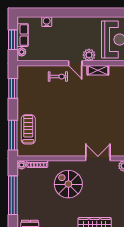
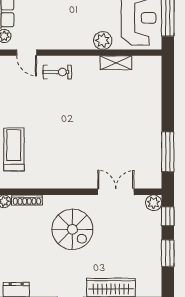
door: (75, 63) -> (27, 53), moved
spiral stairs: (68, 184) -> (72, 229), turned 180

